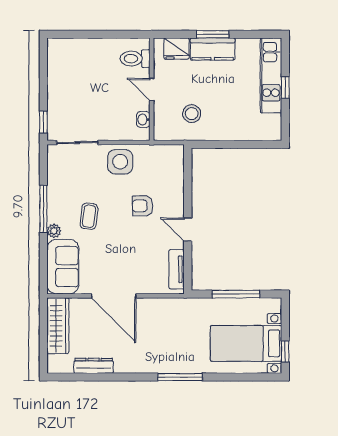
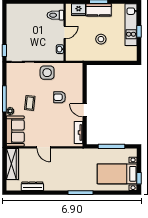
door: (152, 89) -> (65, 32), swing flipped
stool: (192, 114) -> (101, 39), moved
door: (114, 296) -> (44, 147), width x0.53

